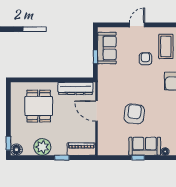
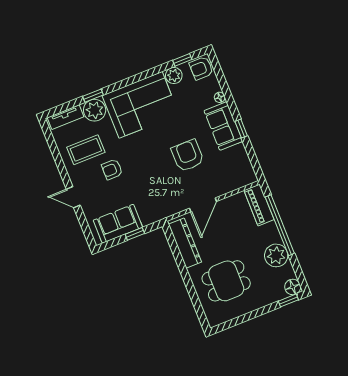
armchair: (134, 114) -> (188, 156), turned 83
window: (62, 158) -> (280, 225), width x3.17

